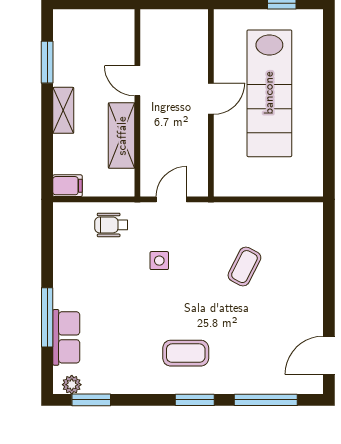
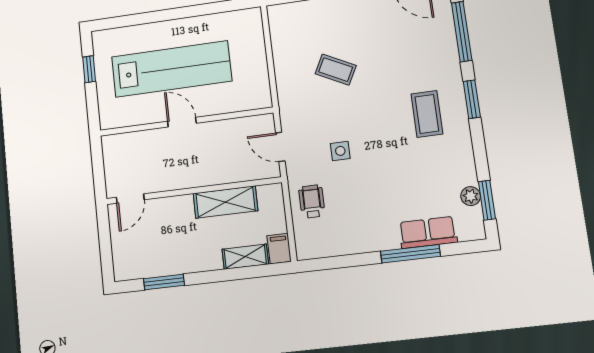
door: (137, 81) -> (130, 199), moved
shelving: (63, 110) -> (245, 257), moved
wheelchair: (111, 225) -> (312, 201), turned 180
plant: (72, 385) -> (471, 196), moved

